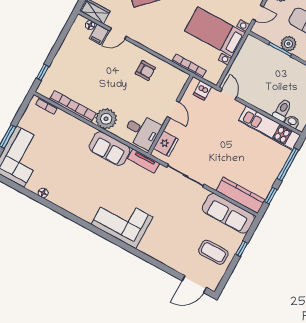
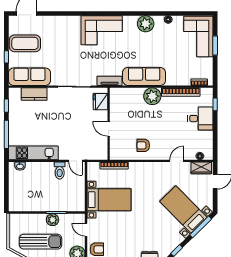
door: (258, 13) -> (86, 230), hinge flipped
filing cabinet: (99, 34) -> (190, 153), removed
dishwasher: (202, 90) -> (95, 153), removed
toilet: (282, 110) -> (60, 171), moved
desk: (142, 131) -> (200, 119), moved, turned 180
sofa: (110, 149) -> (144, 76), width x1.36
kitchen counter: (241, 195) -> (34, 94), width x0.67
plant: (70, 202) -> (146, 24), added
coffee table: (213, 252) -> (25, 43), width x1.36, depth x1.32

